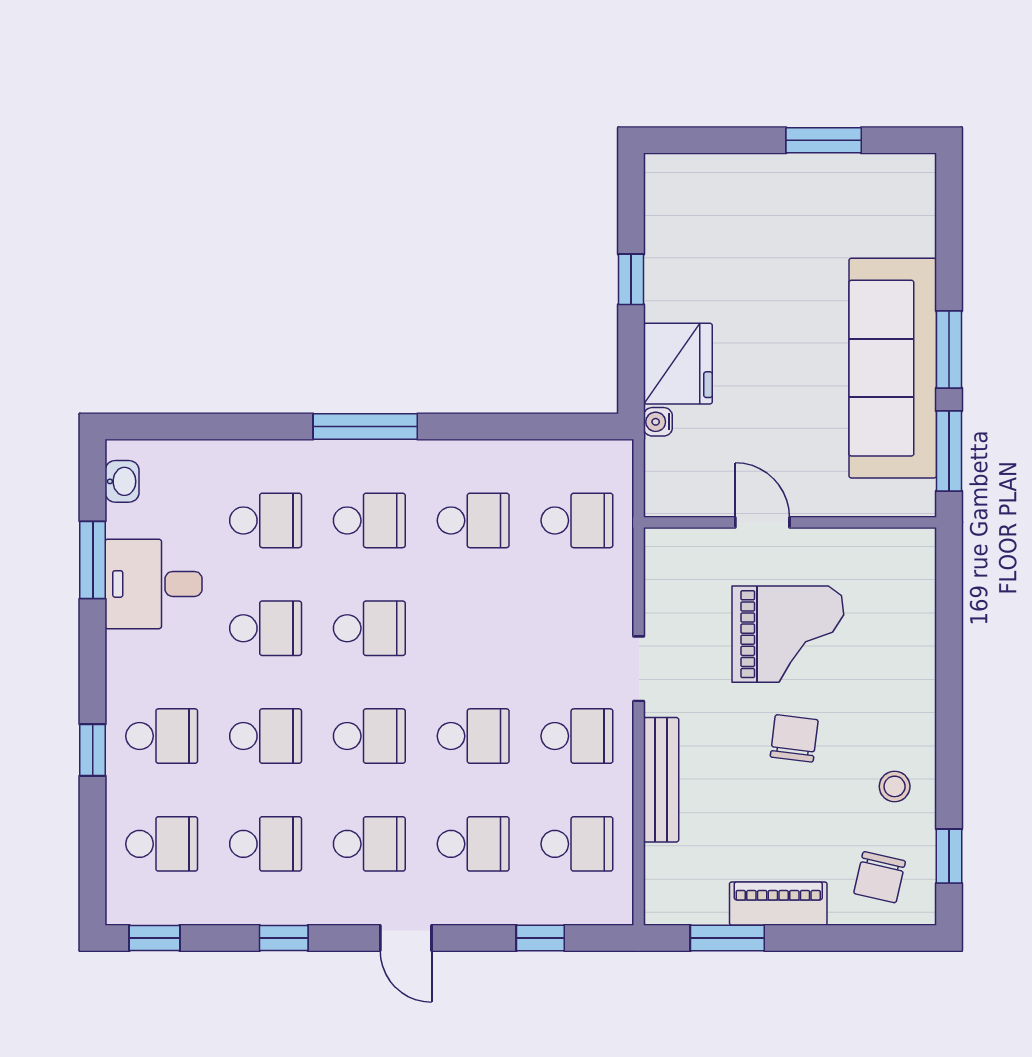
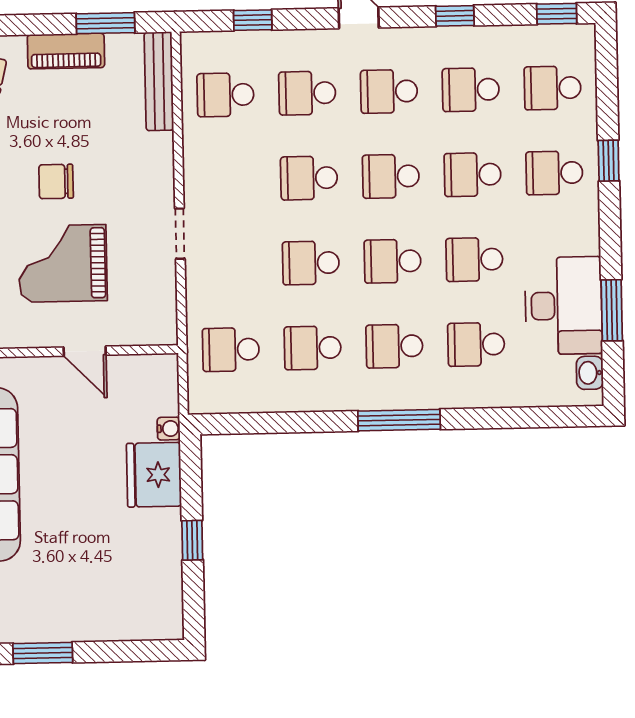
desk: (154, 584) -> (564, 306), width x1.37
school desk: (577, 736) -> (311, 263), moved
chair: (794, 738) -> (56, 181), turned 83
bench: (661, 780) -> (159, 81), moved

